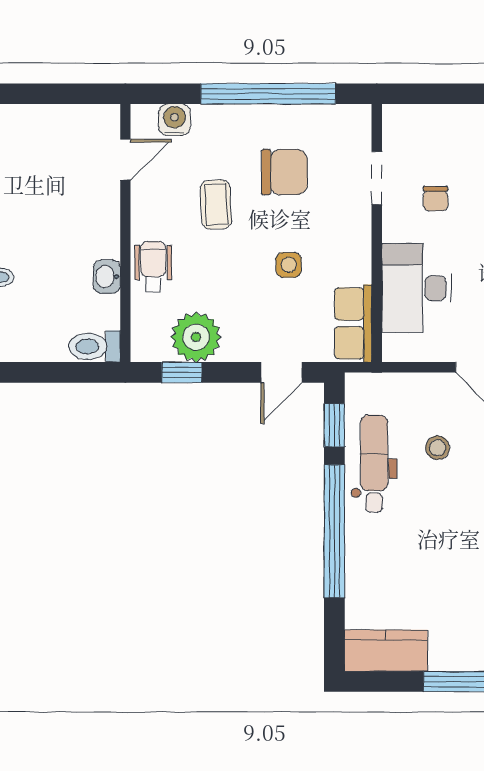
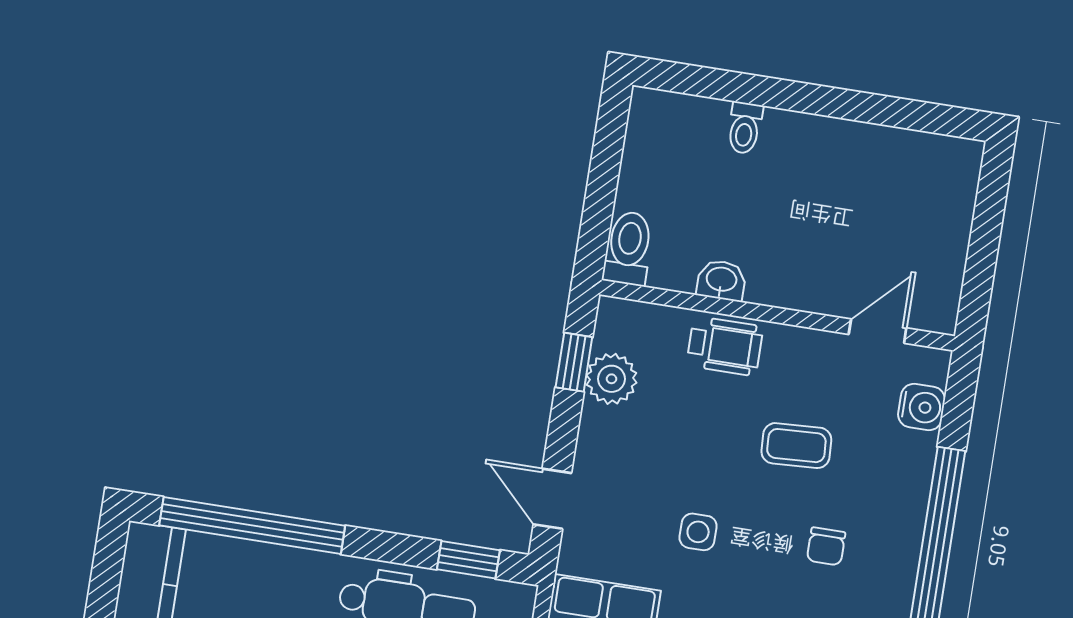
door: (125, 160) -> (878, 331), swing flipped
chair: (284, 172) -> (826, 546), width x0.54, depth x0.54
plant: (196, 337) -> (612, 379), width x0.73, depth x0.73
window: (334, 531) -> (252, 526), moved

